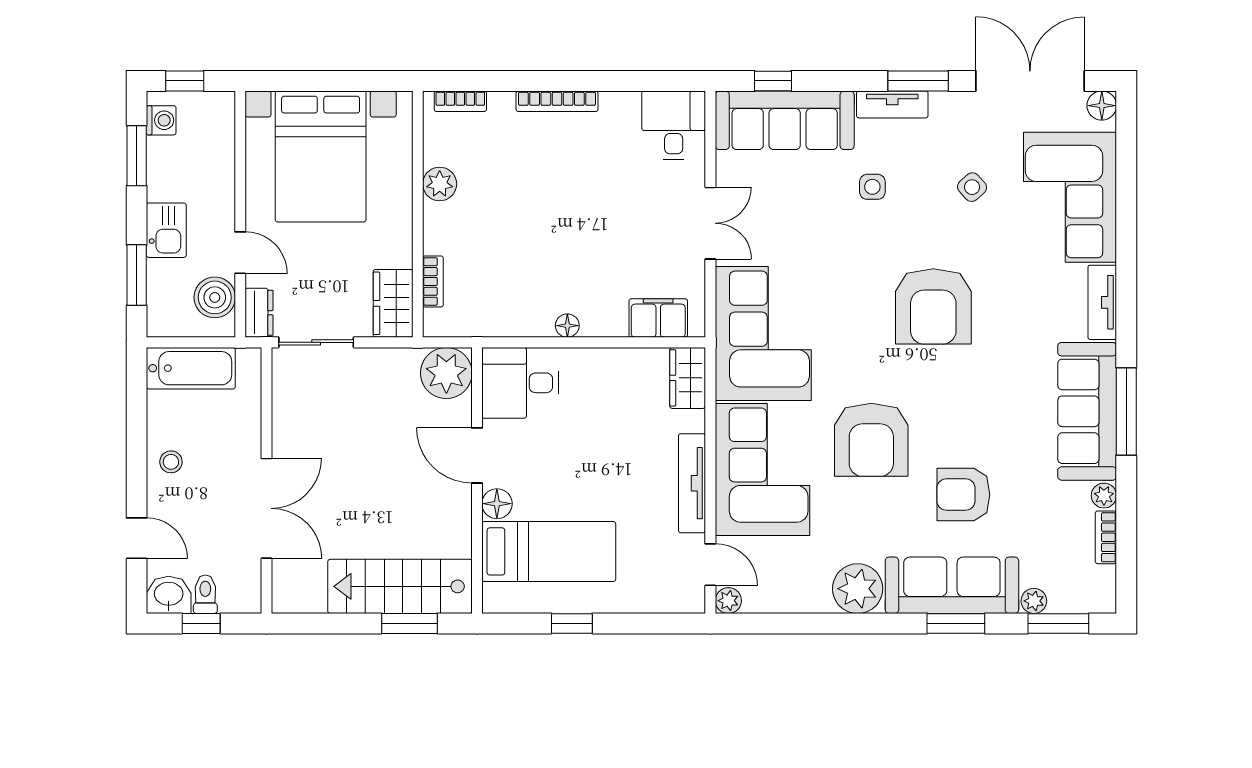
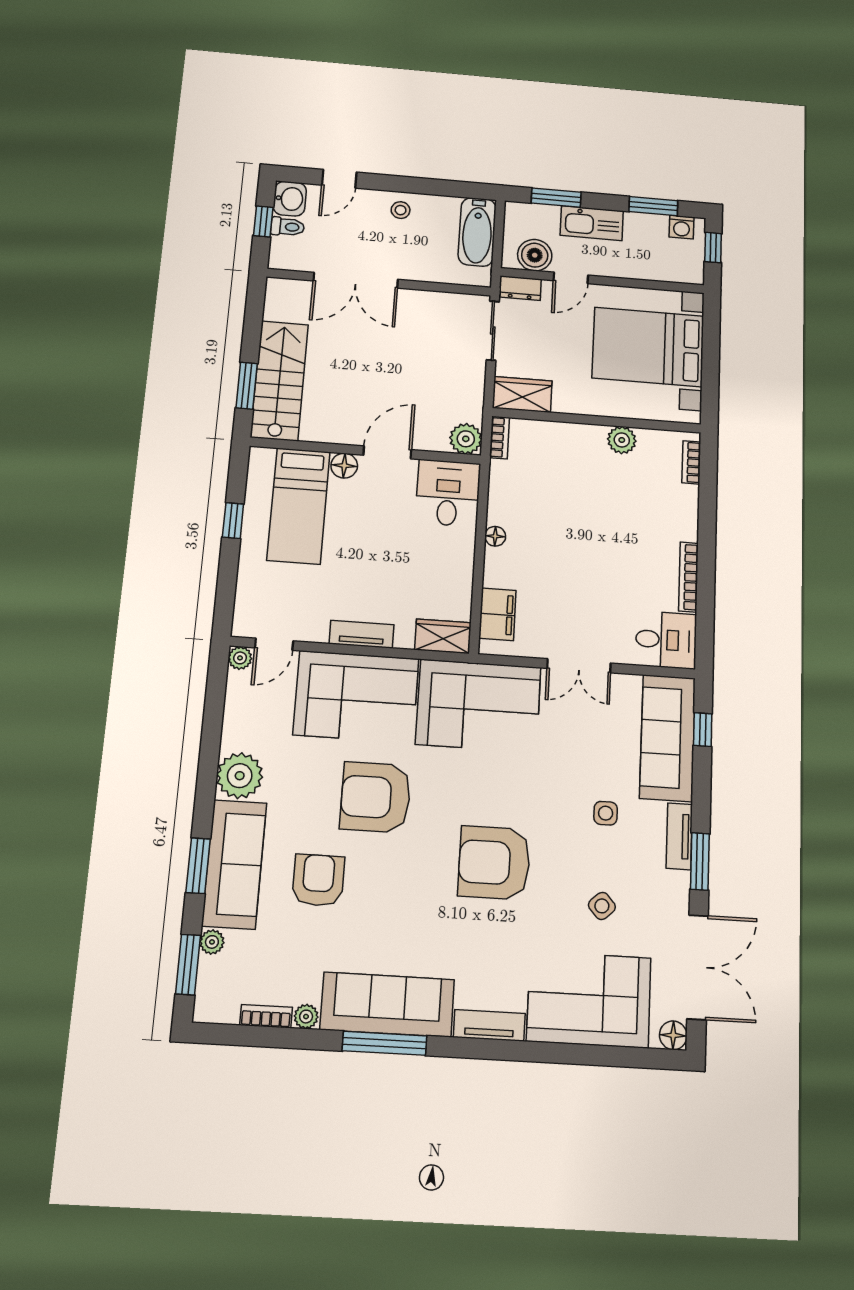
bookcase: (557, 101) -> (688, 577), moved
kitchen sink: (166, 230) -> (592, 223), width x1.38
bookcase: (433, 281) -> (499, 438), moved, turned -90
plant: (446, 373) -> (466, 439), width x0.73, depth x0.73
tv unit: (692, 483) -> (362, 634), width x0.71

